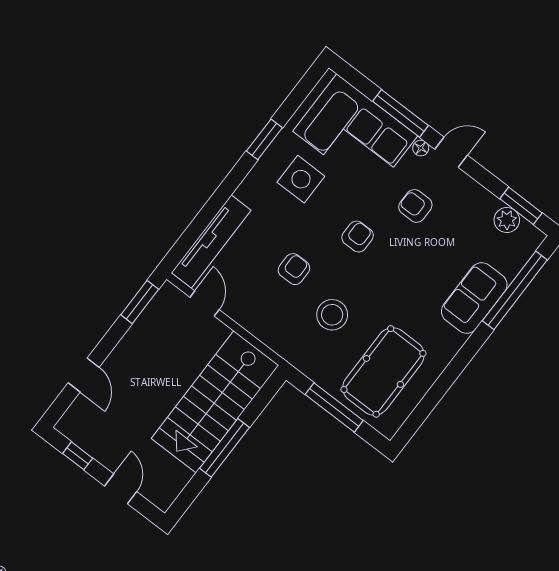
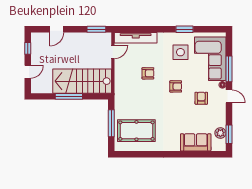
window: (515, 290) -> (198, 154), removed
sofa: (474, 298) -> (196, 142), moved
stool: (332, 315) -> (142, 98), removed

